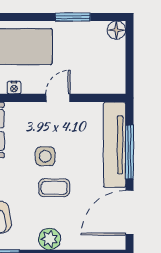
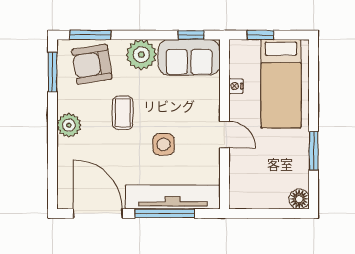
side table: (45, 156) -> (164, 144), moved
coffee table: (54, 188) -> (123, 113), moved

